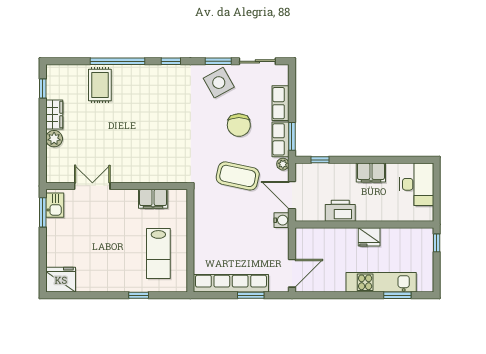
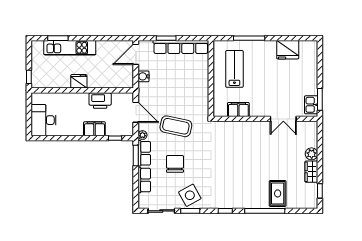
filing cabinet: (371, 173) -> (94, 129), moved
water cooler: (281, 220) -> (144, 76), moved
fridge: (61, 280) -> (288, 50), moved
window: (139, 295) -> (249, 38), width x2.17

